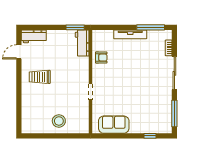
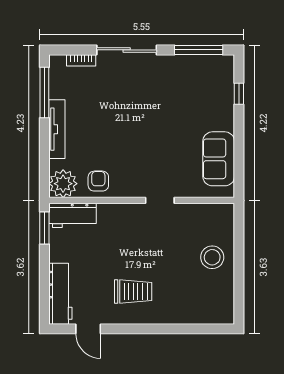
workbench: (34, 36) -> (60, 294), width x1.37
plant: (100, 38) -> (63, 184), added
trolley: (40, 77) -> (133, 292), turned -90

